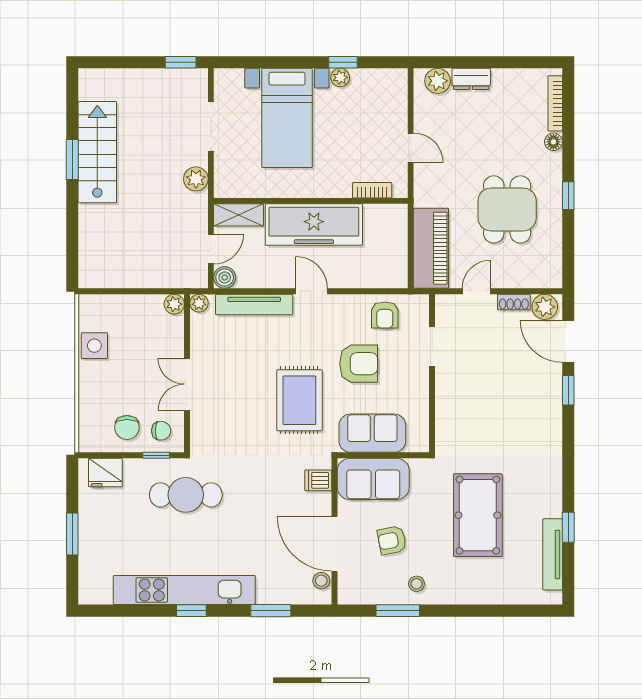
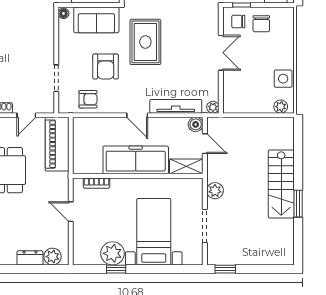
plant: (340, 77) -> (113, 253), width x1.88, depth x1.88
stairs: (97, 152) -> (281, 184), moved
door: (211, 249) -> (205, 144), swing flipped
plant: (174, 304) -> (281, 107), moved
armchair: (385, 315) -> (88, 99), turned 90
armchair: (359, 364) -> (106, 67), turned -90
chair: (127, 427) -> (261, 24), turned 180
floor lamp: (421, 443) -> (64, 13), added

